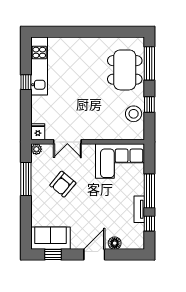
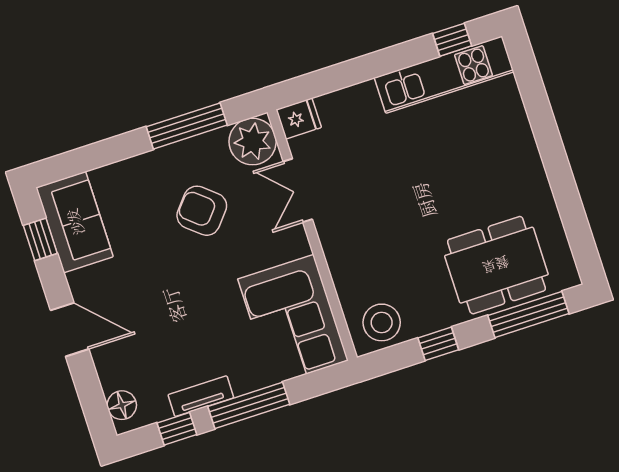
window: (26, 82) -> (452, 40), moved
stool: (134, 114) -> (382, 322), moved
plant: (36, 149) -> (253, 142), width x1.87, depth x1.87
floor lamp: (115, 243) -> (122, 405), moved

